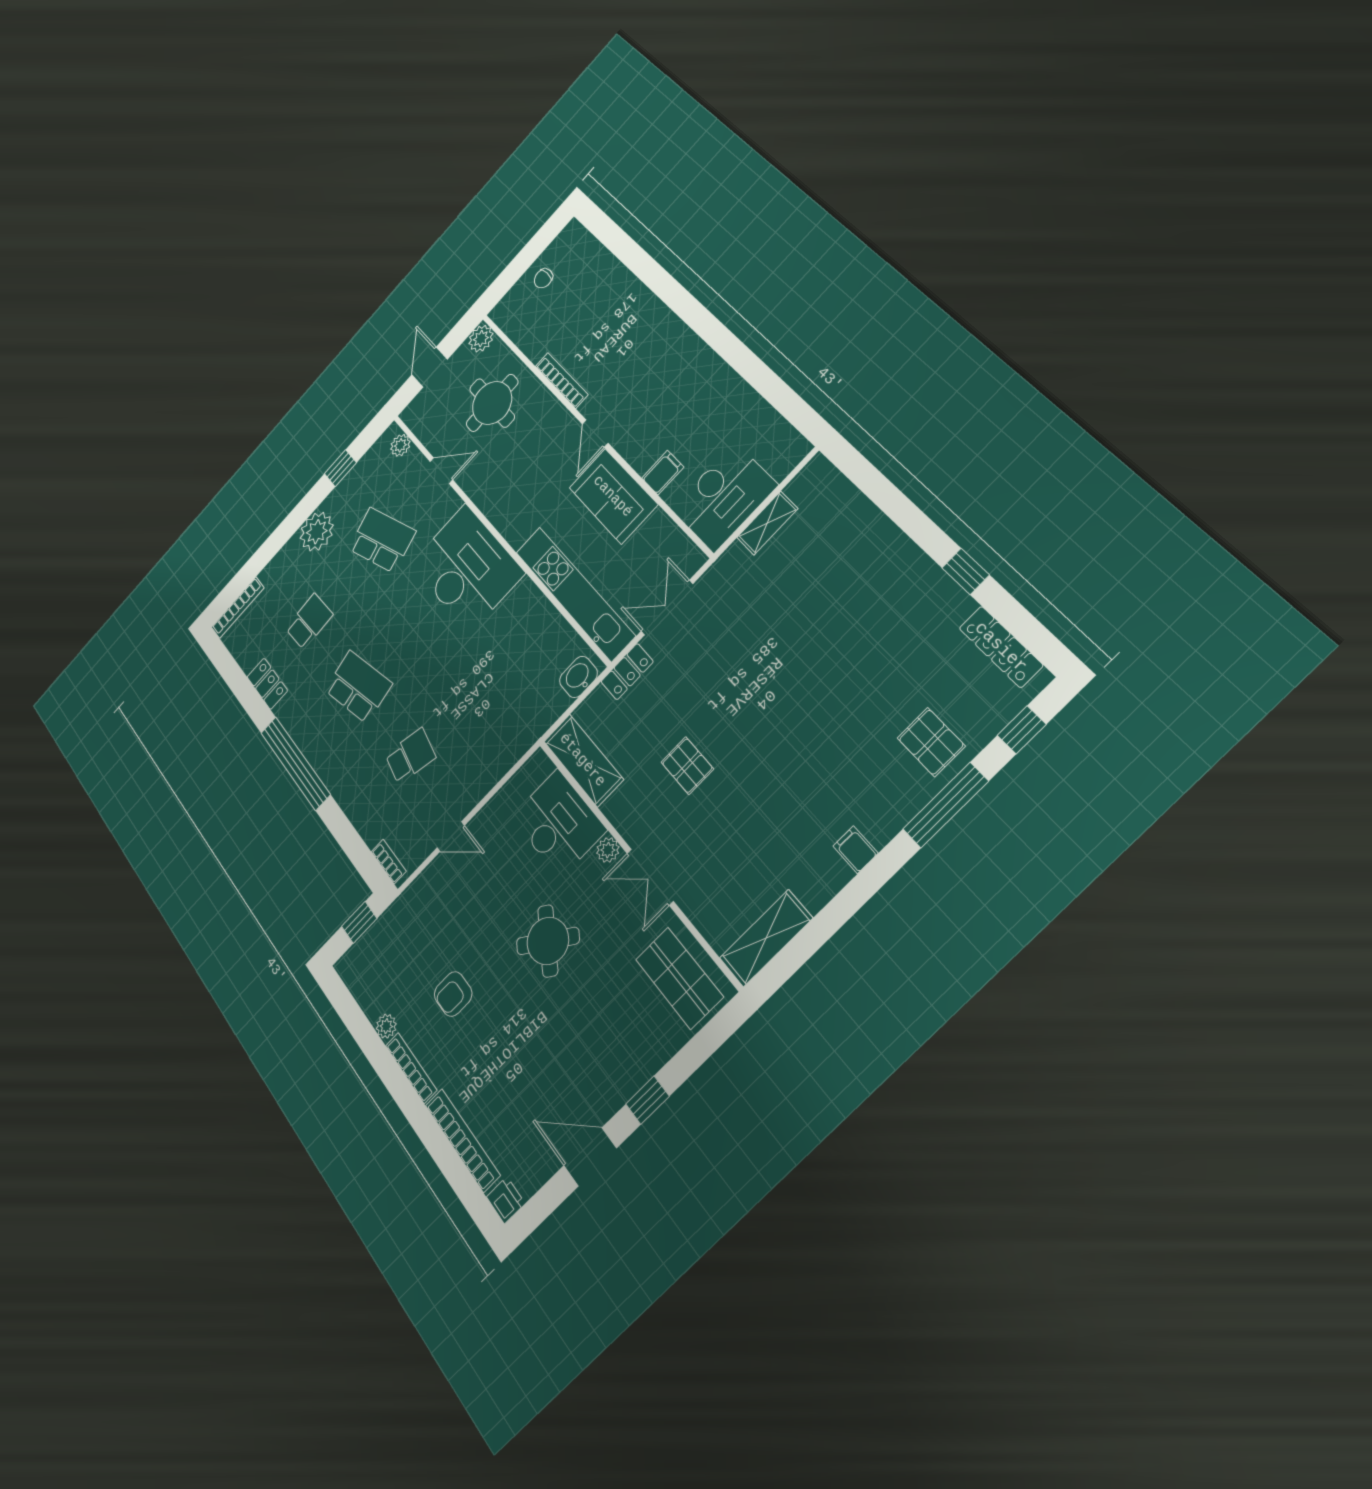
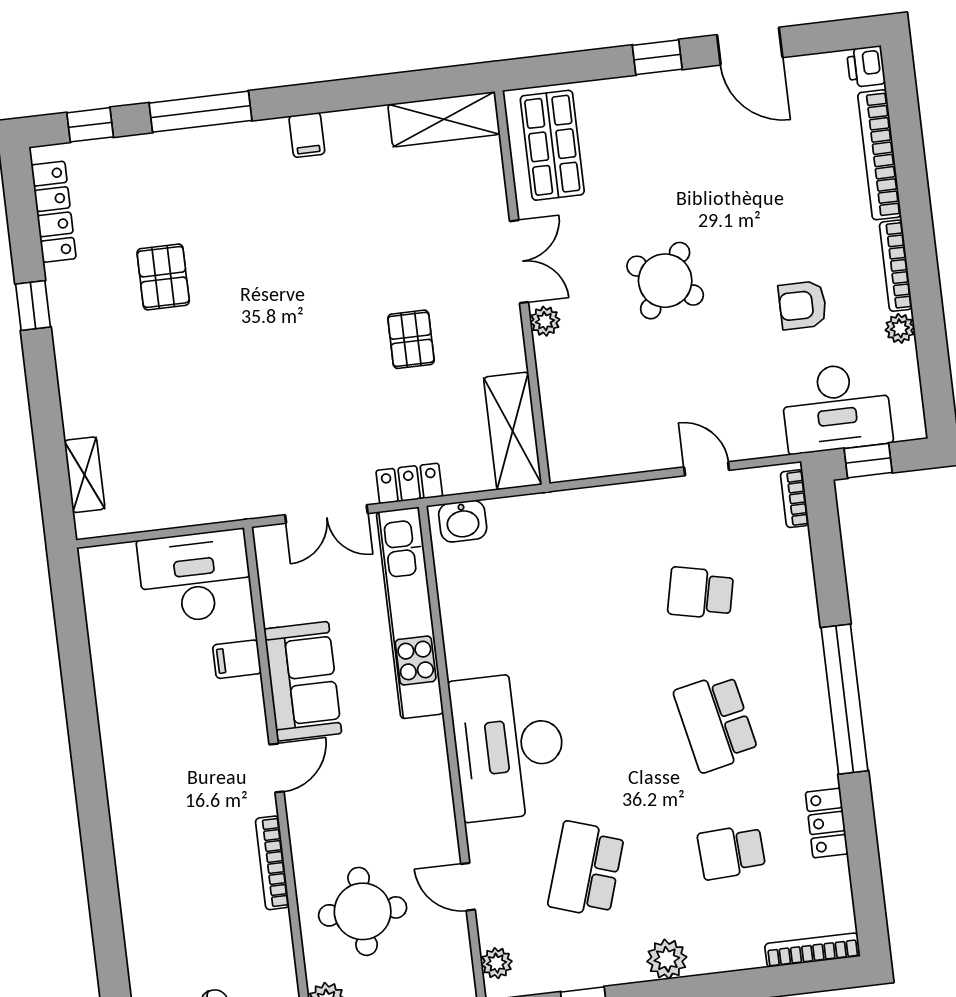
shelving: (767, 523) -> (84, 475), moved, turned 90
plant: (317, 532) -> (667, 959), width x0.73, depth x0.73
school desk: (382, 540) -> (586, 869), turned 36
pallet: (931, 742) -> (163, 277), moved
desk: (559, 823) -> (836, 408), moved, turned -90
armchair: (453, 994) -> (803, 305), turned 180

